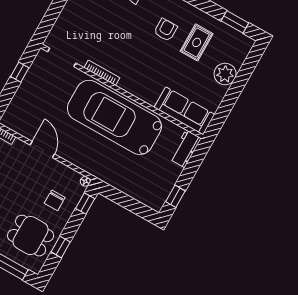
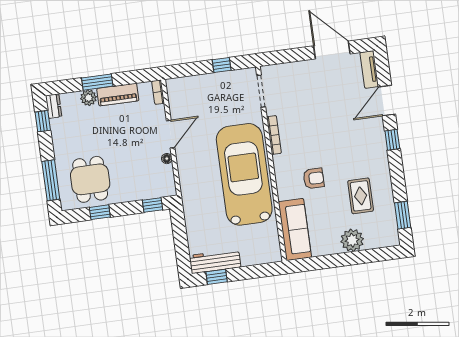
armchair: (166, 30) -> (314, 178), moved
rug: (197, 42) -> (361, 196), turned 90
workbench: (185, 149) -> (215, 261), moved, width x1.37
floor lamp: (85, 181) -> (167, 159), moved
chair: (55, 200) -> (135, 177), removed

